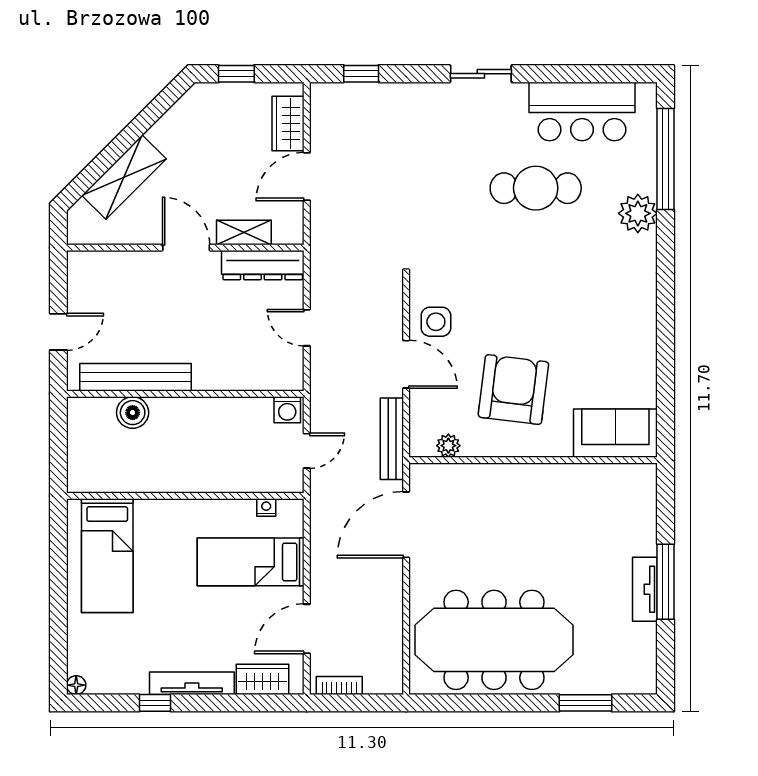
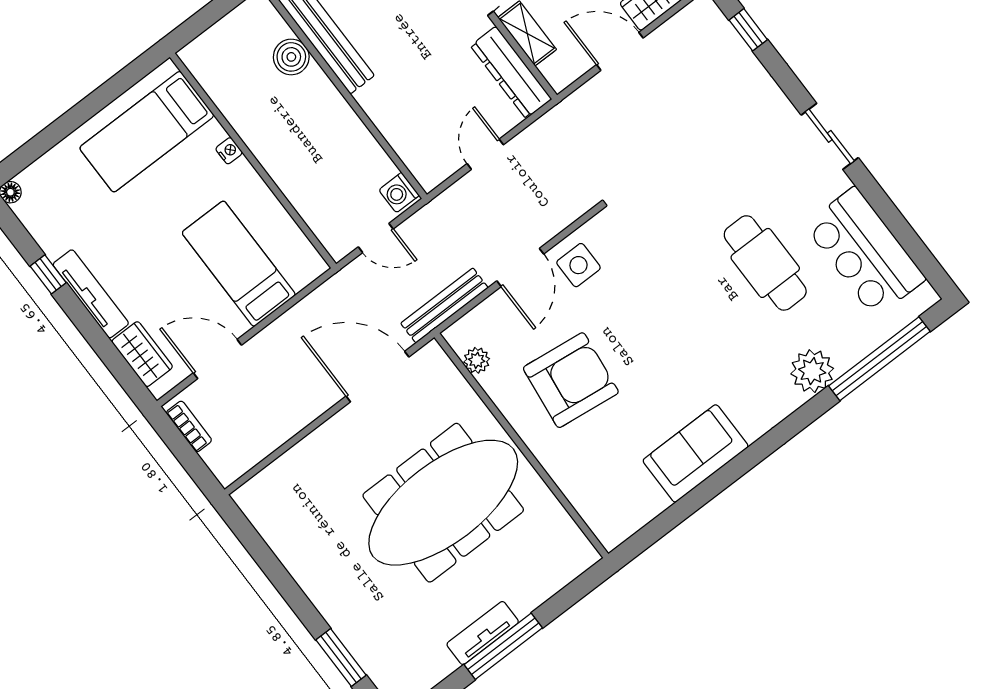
sofa: (615, 433) -> (696, 453), moved, turned -90
nightstand: (266, 508) -> (229, 151), moved
meeting table: (494, 640) -> (443, 503), moved, turned 90

